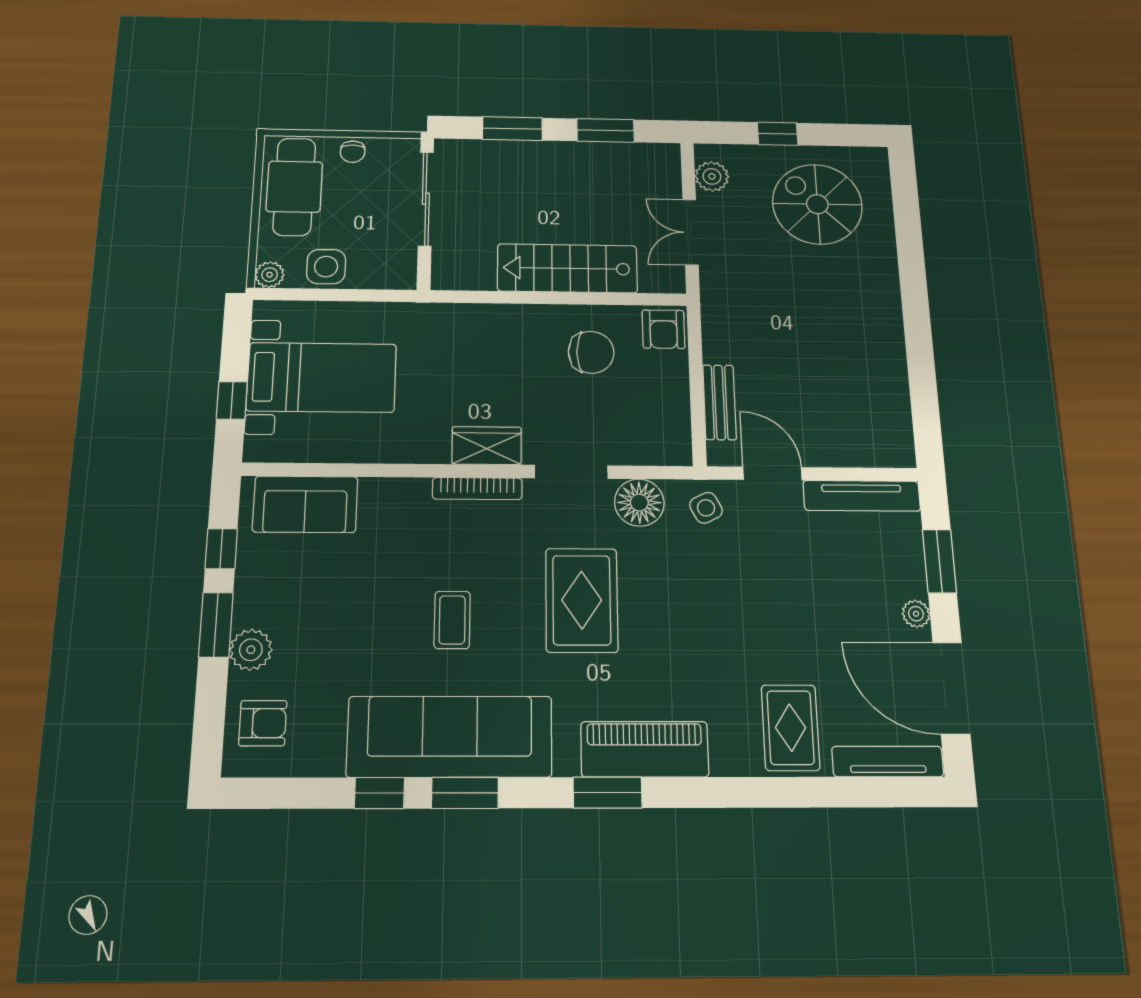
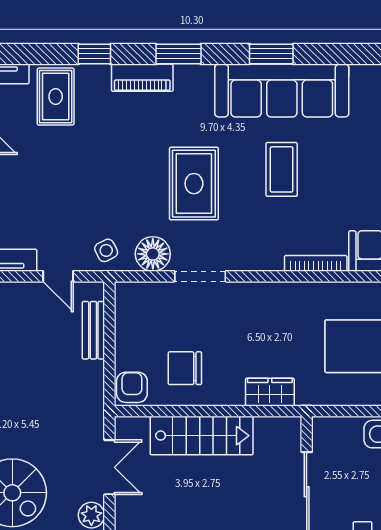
wardrobe: (487, 446) -> (270, 392), moved, turned 180
door: (772, 474) -> (58, 276), width x0.73
bookcase: (477, 489) -> (316, 263), moved
coffee table: (452, 620) -> (282, 169), width x1.36, depth x1.30
piano: (645, 749) -> (142, 78), width x0.73, depth x0.75
window: (379, 793) -> (94, 54), moved

